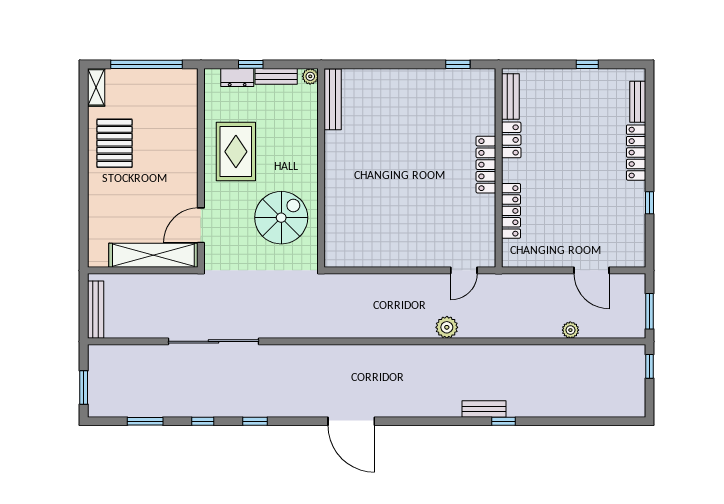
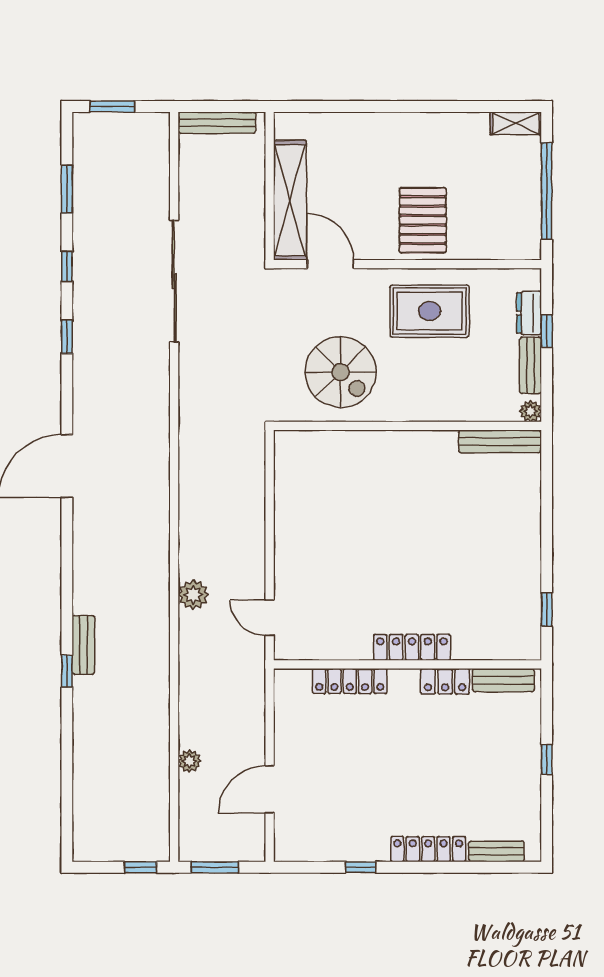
window: (587, 64) -> (547, 760), moved
pallet: (115, 143) -> (423, 220), moved, turned 90

